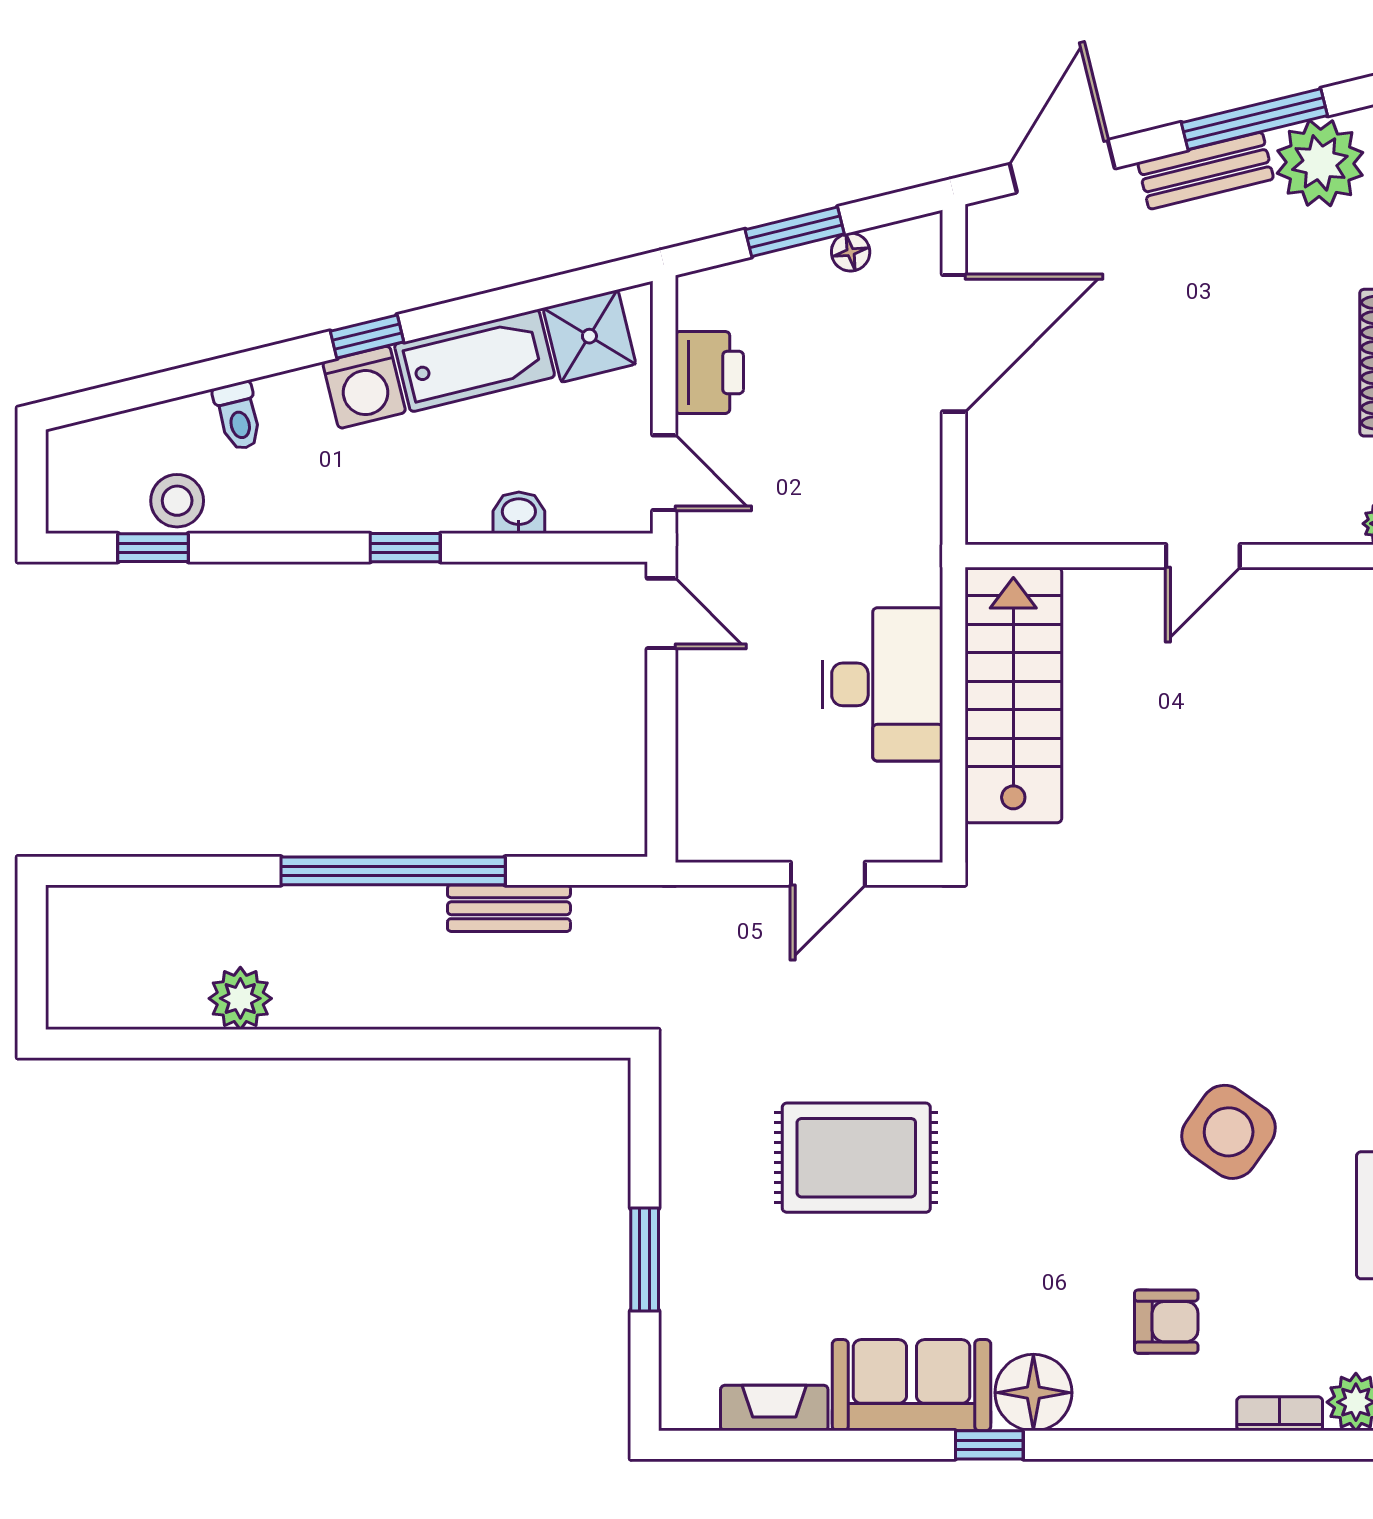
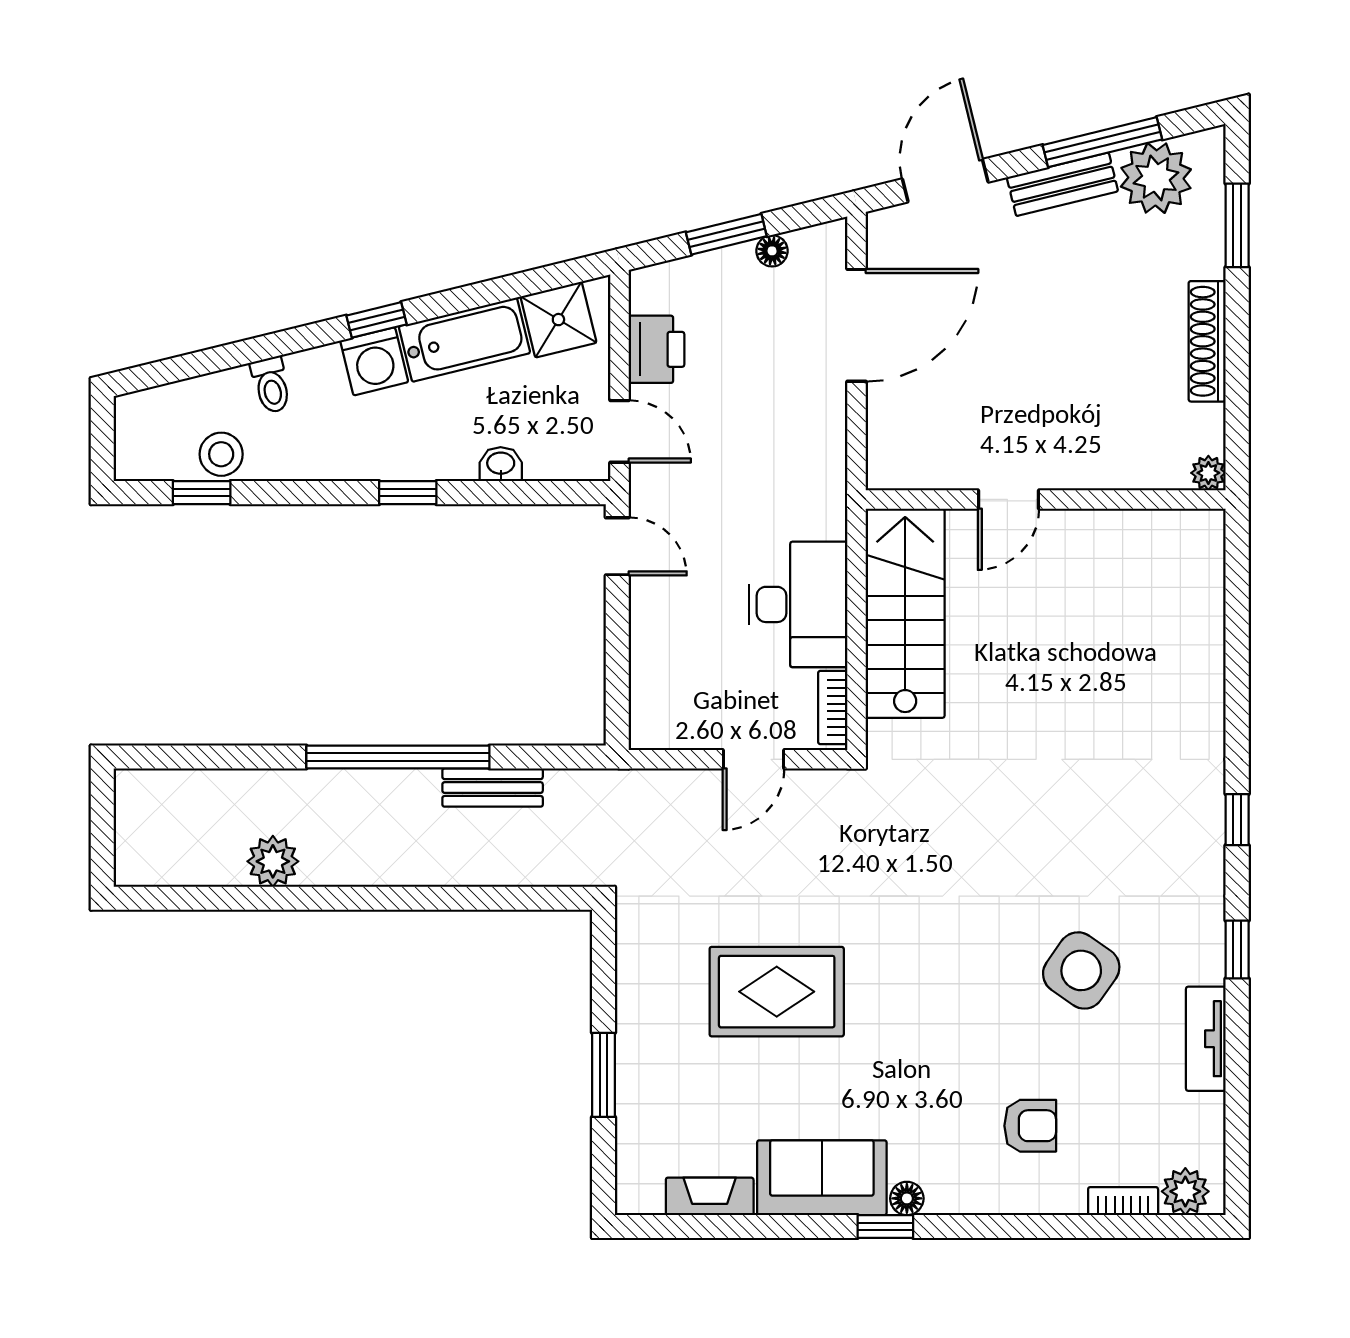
door: (1203, 556) -> (1008, 499), moved
bookcase: (925, 810) -> (833, 707), added
floor lamp: (1033, 1393) -> (907, 1198), width x0.53, depth x0.53

